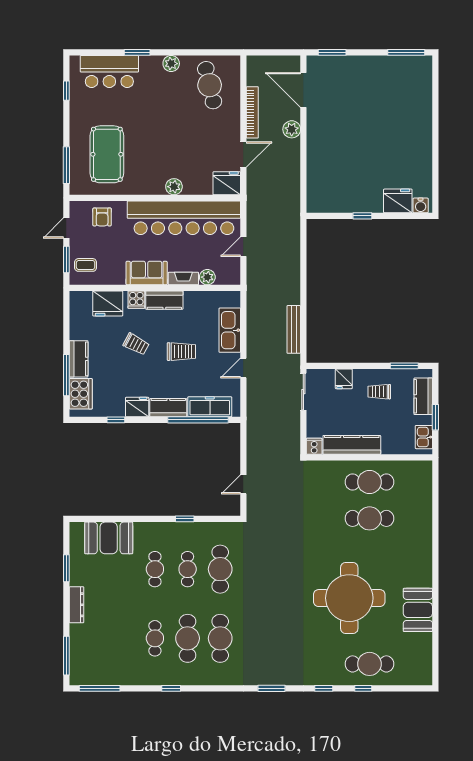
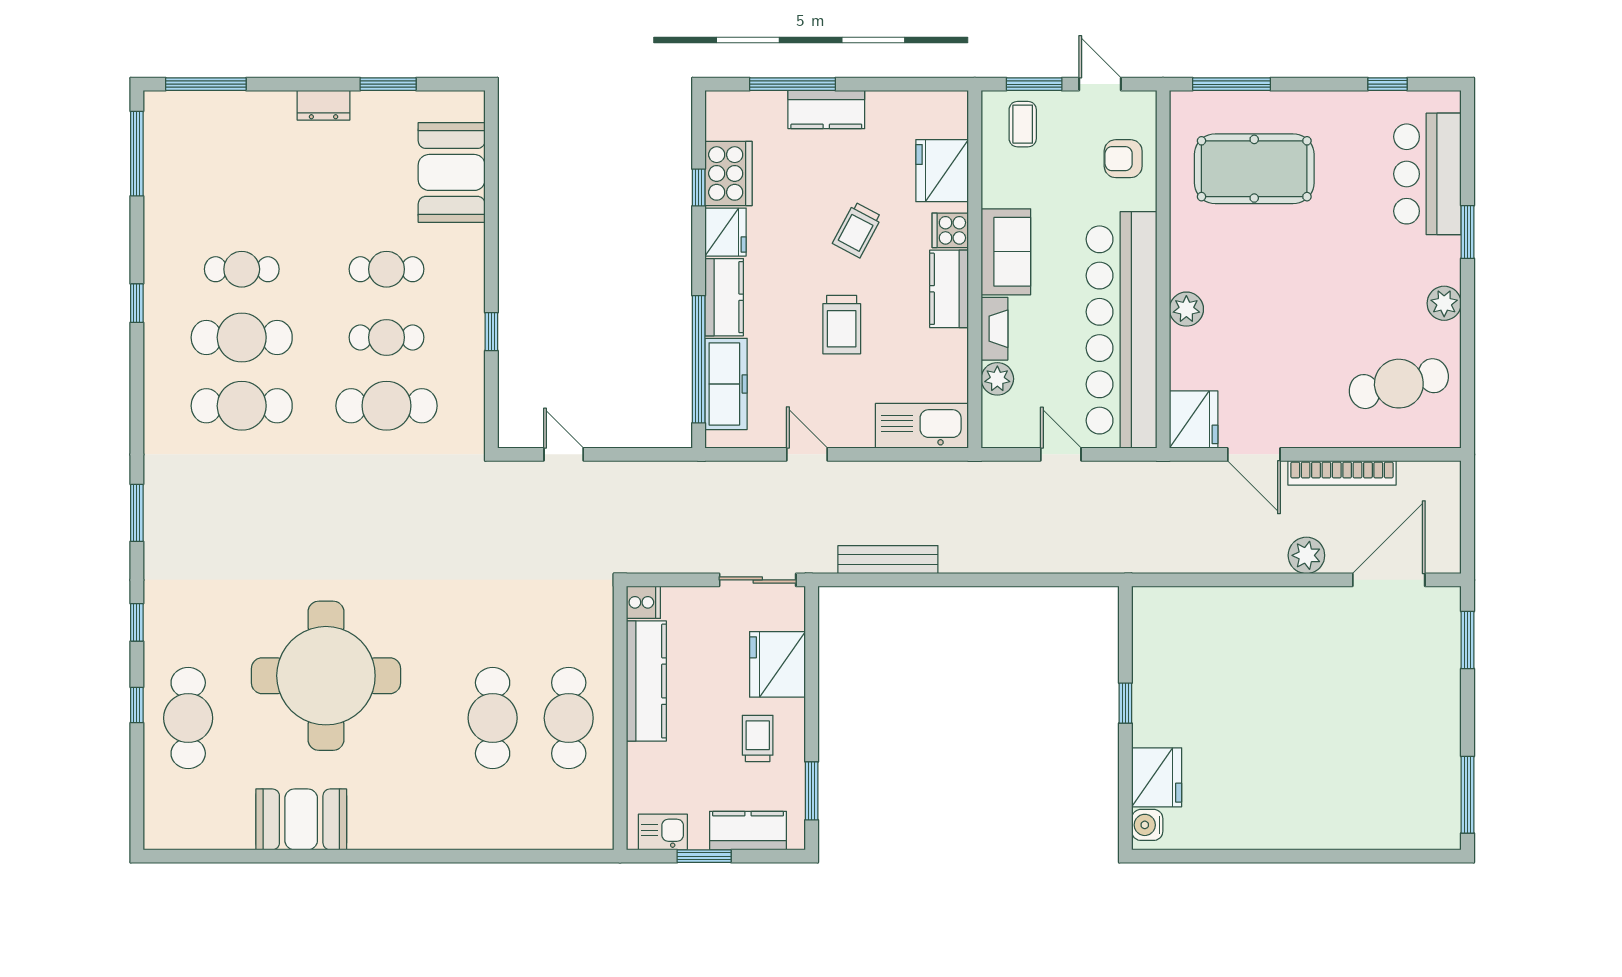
kitchen sink: (230, 330) -> (922, 426), moved
fridge: (344, 379) -> (777, 664), width x1.88, depth x1.34
cooker: (81, 394) -> (729, 173), moved, turned -90
dresser: (76, 605) -> (324, 105), width x0.70

